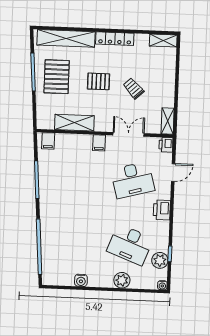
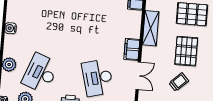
pallet: (98, 81) -> (186, 51), width x1.50, depth x1.42
filing cabinet: (99, 143) -> (132, 49), width x2.00

